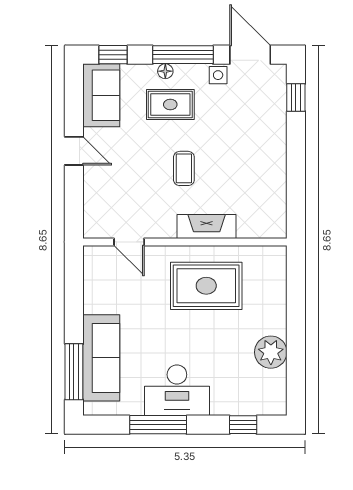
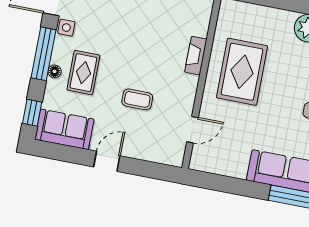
coffee table: (184, 168) -> (137, 99), moved
fireplace: (207, 226) -> (196, 56), width x0.73, depth x0.76

